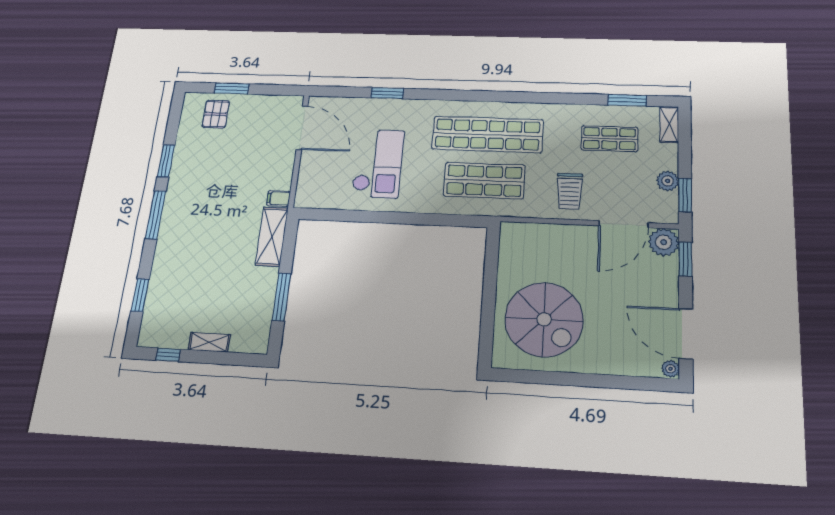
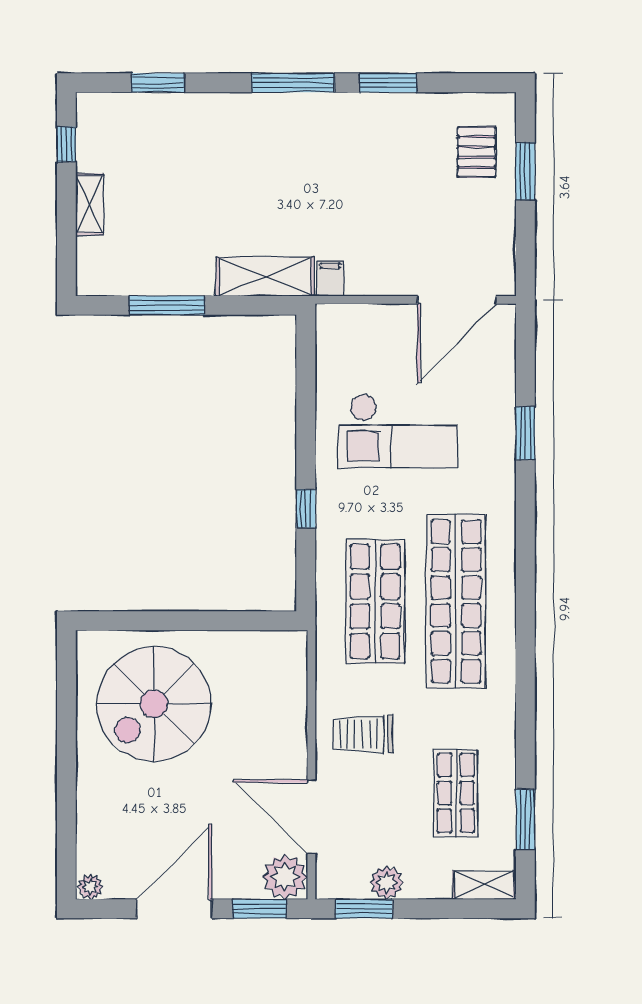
pallet: (216, 114) -> (477, 152), turned 90
window: (422, 219) -> (306, 509), added
door: (686, 334) -> (174, 909), moved

